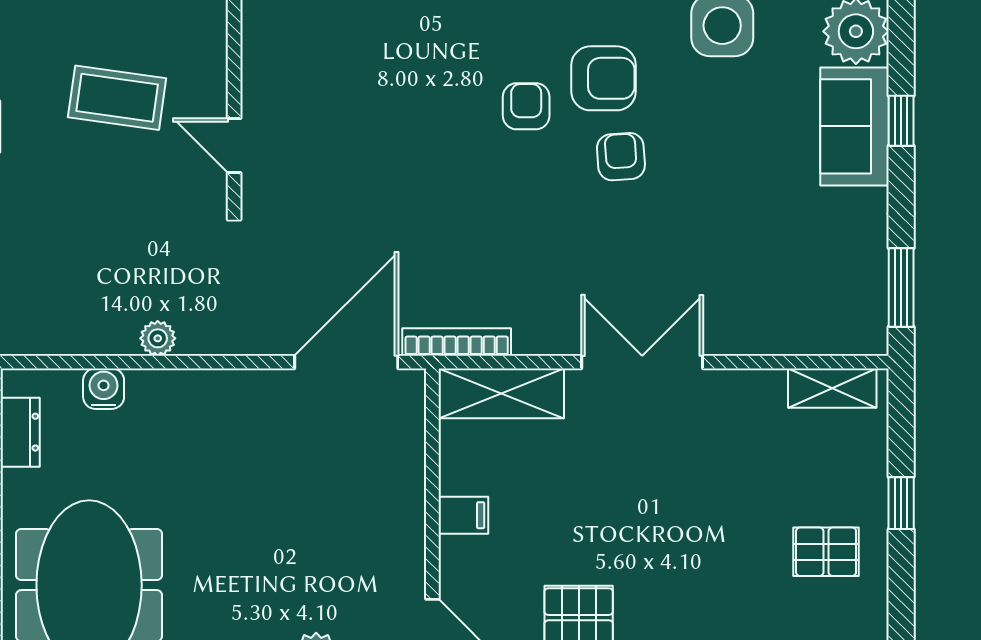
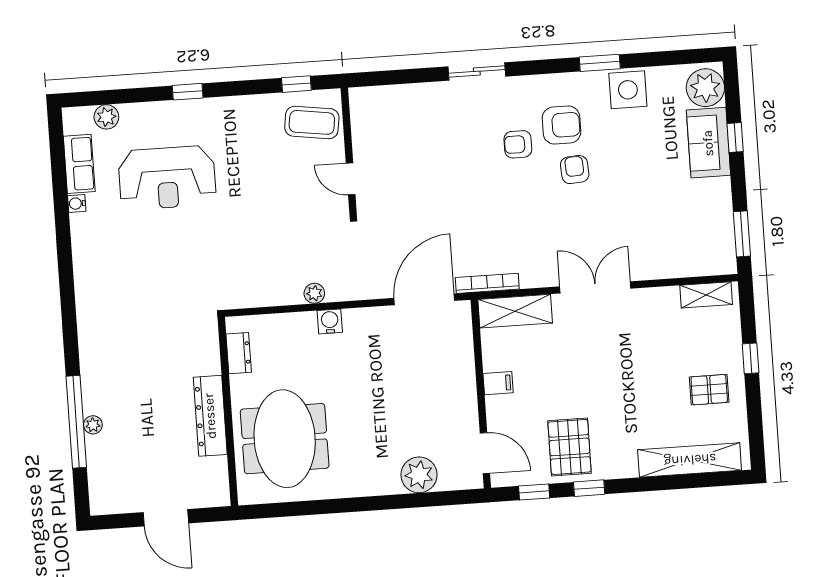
coffee table: (117, 98) -> (312, 122), moved
armchair: (526, 106) -> (518, 144), turned -90
water cooler: (104, 389) -> (330, 321), moved

